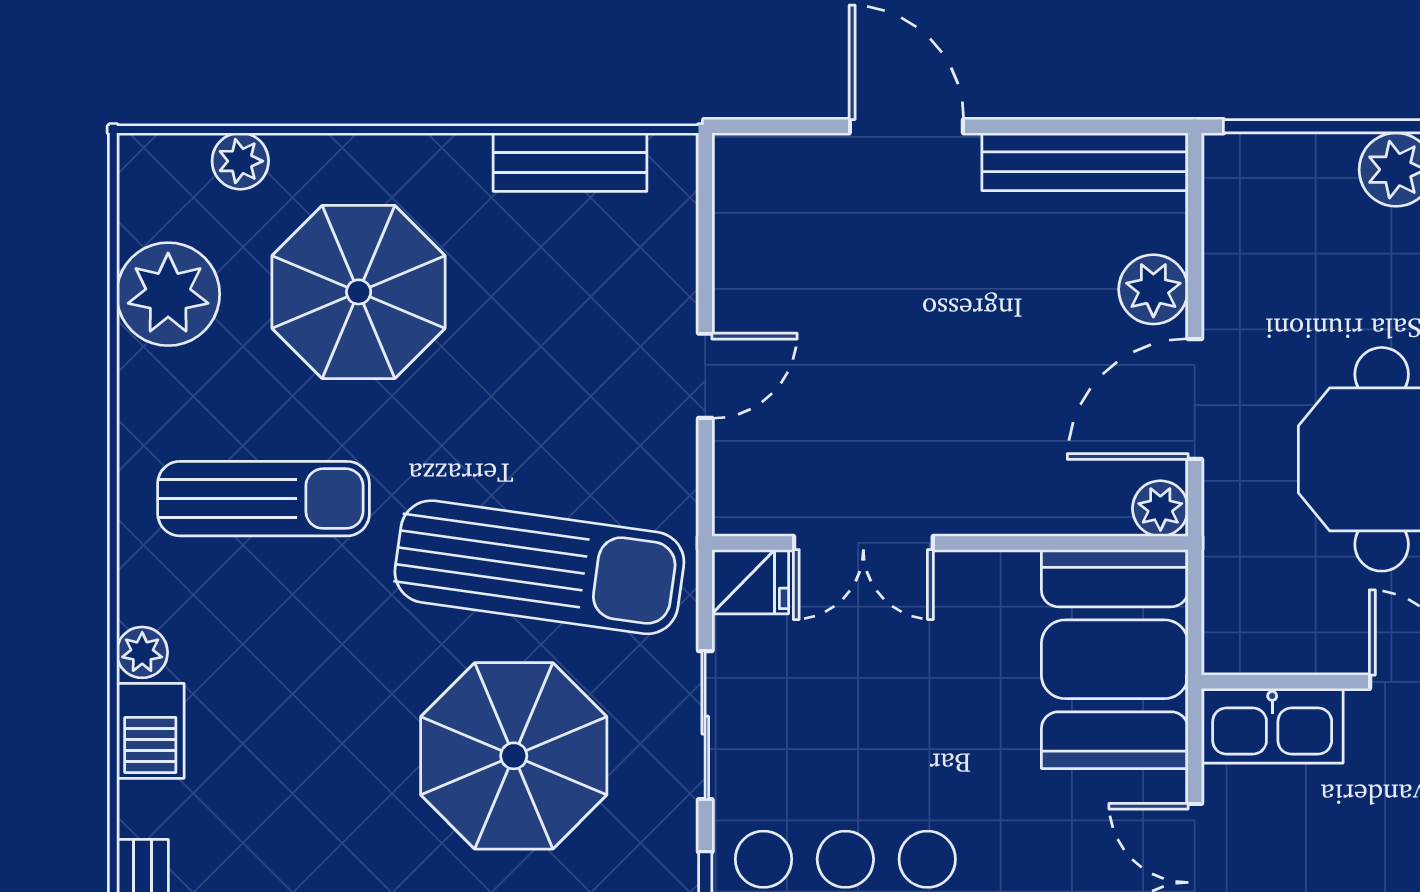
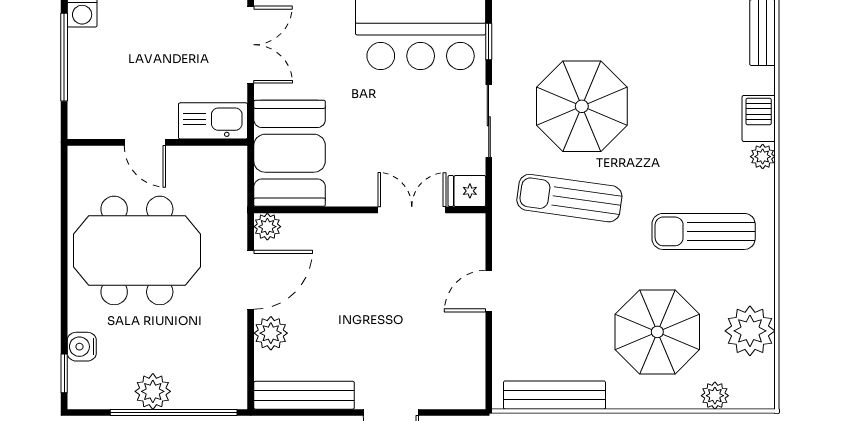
bench: (570, 162) -> (555, 395), width x1.36
sun lounger: (539, 567) -> (569, 198), width x0.73, depth x0.75

